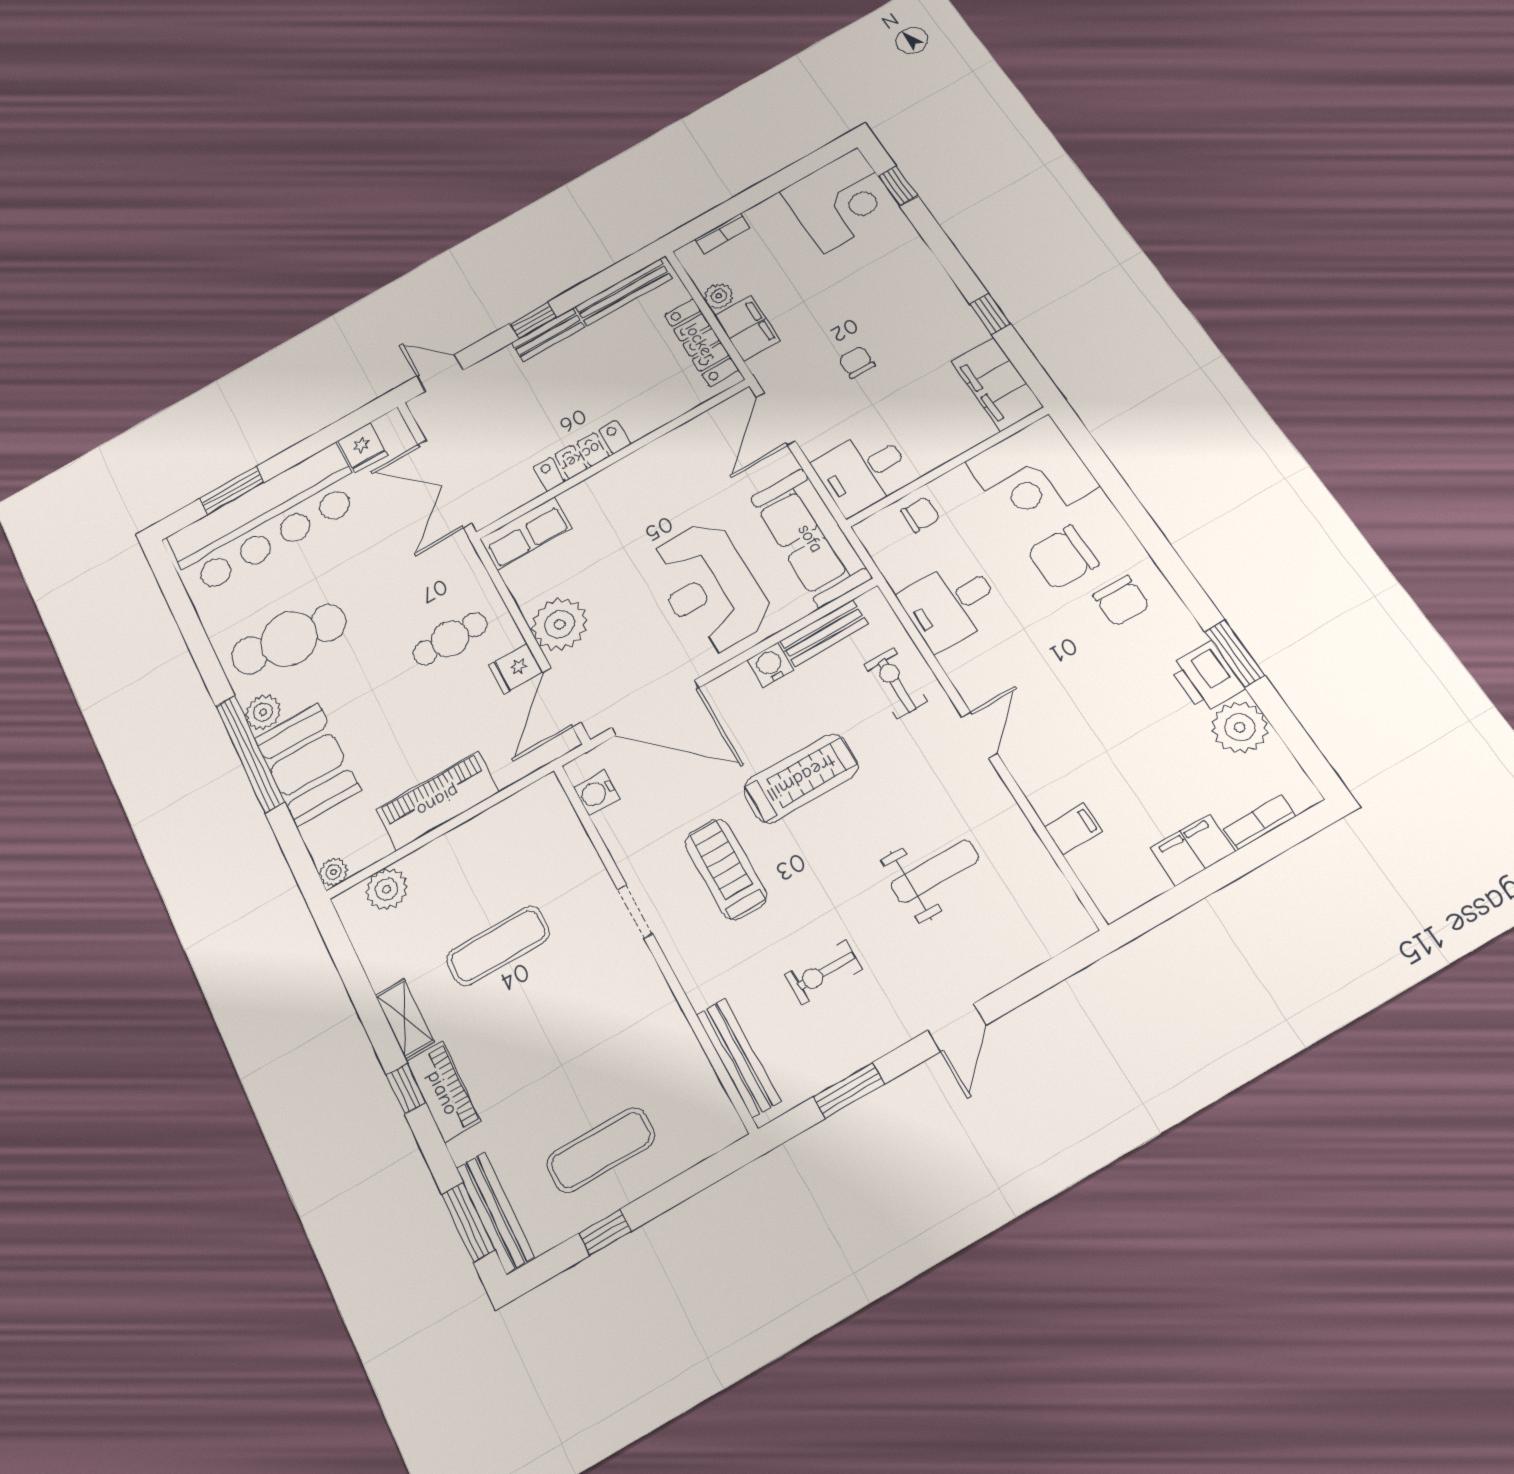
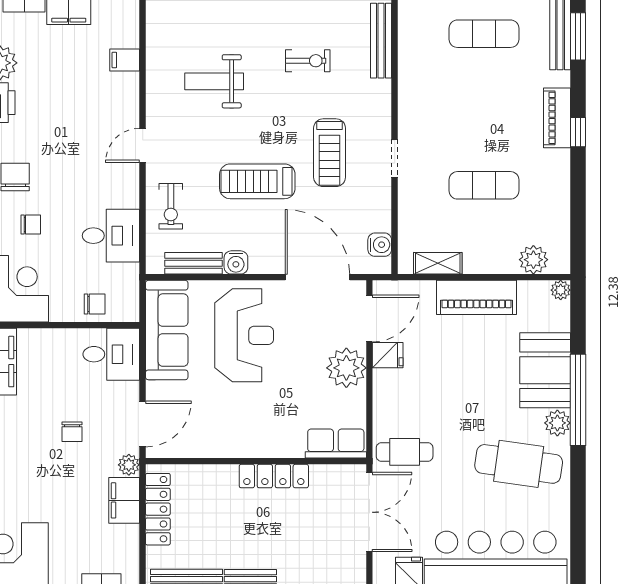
plant: (719, 296) -> (129, 465), moved
chair: (920, 514) -> (95, 304), turned 180
chair: (1063, 557) -> (31, 225), width x0.54, depth x0.54
cafe table: (450, 639) -> (405, 452), moved
shelving: (405, 1019) -> (438, 263), moved, turned 90

